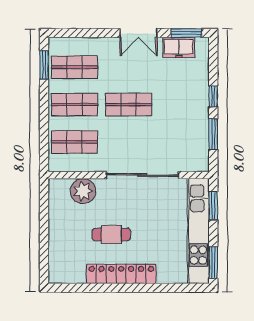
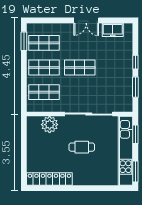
window: (186, 33) -> (118, 20), removed
cafe table: (111, 234) -> (82, 147), moved
locker: (121, 274) -> (49, 179), moved

